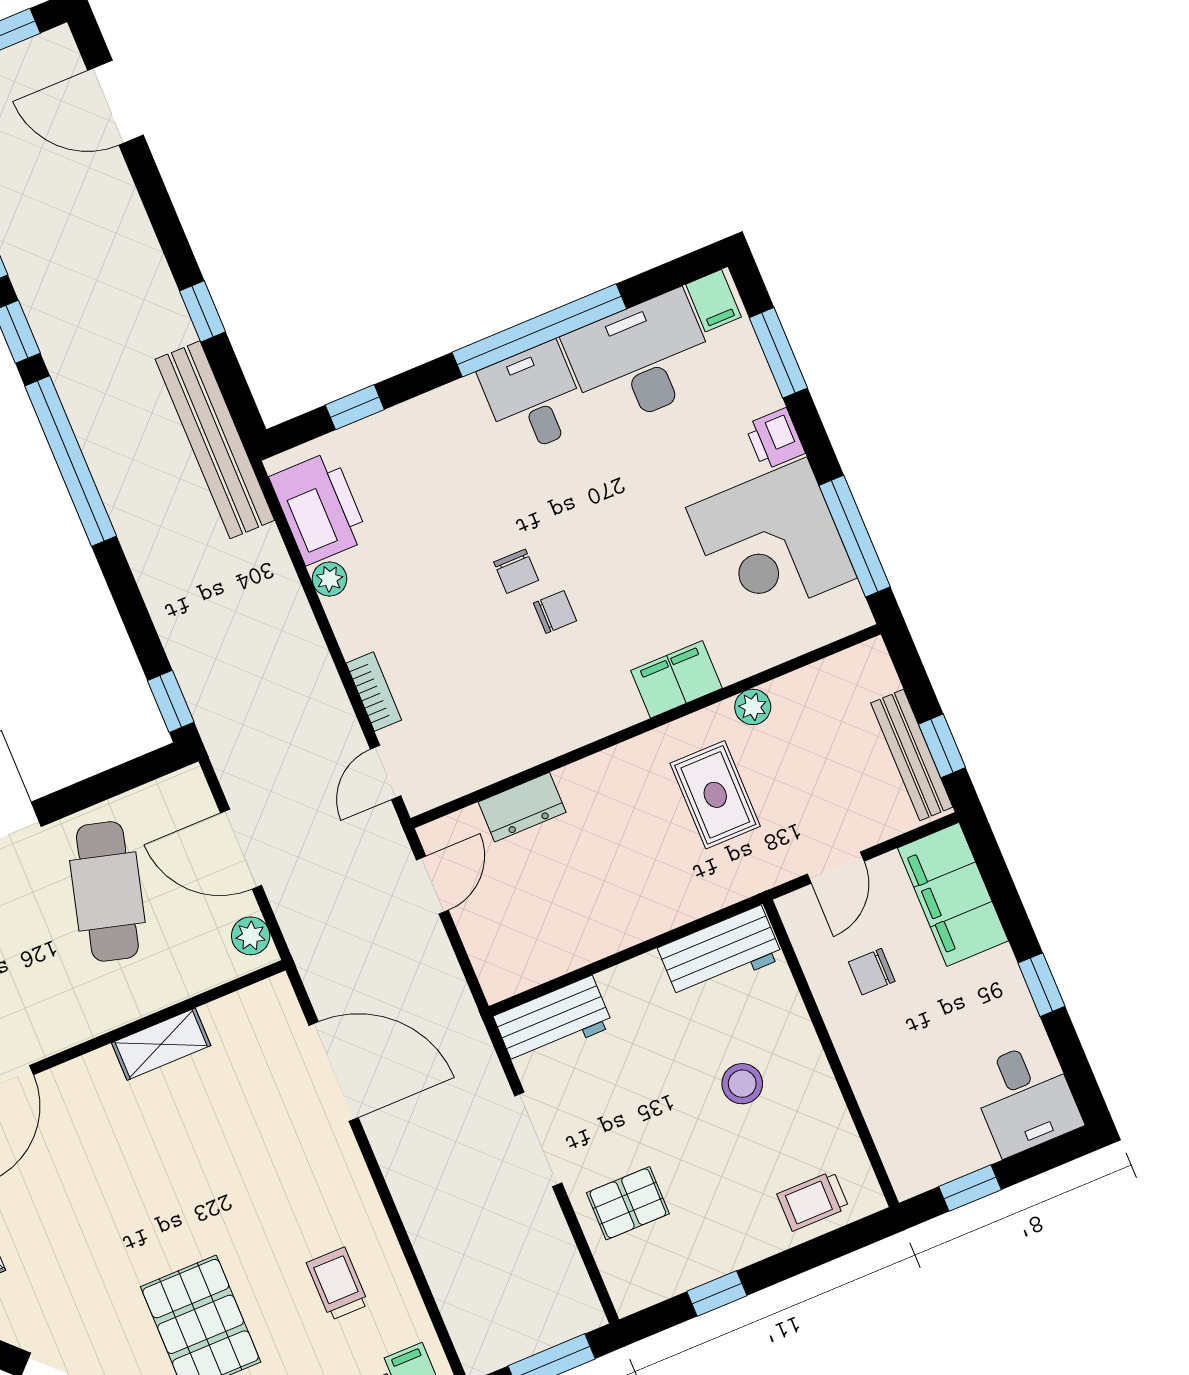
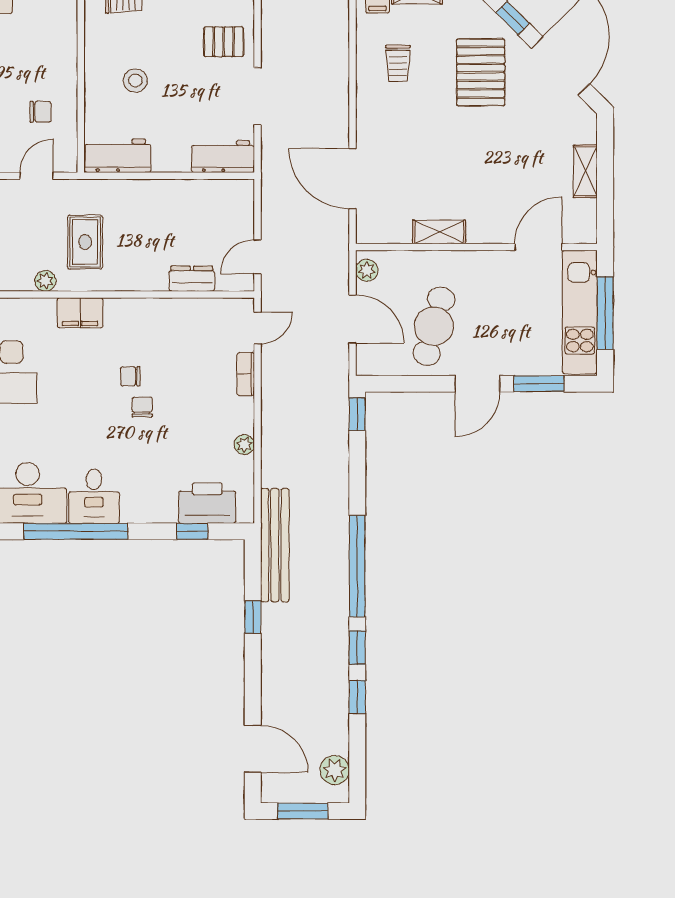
printer: (319, 508) -> (207, 503), moved, turned 90

